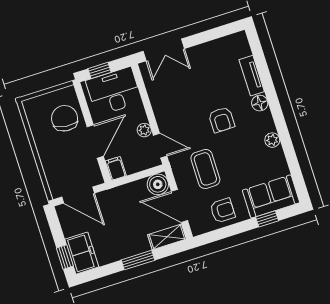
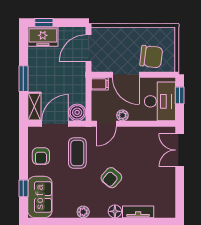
armchair: (222, 120) -> (111, 178), turned -49
coffee table: (205, 169) -> (77, 153), turned 90

